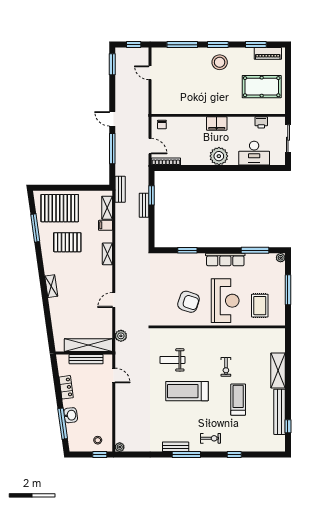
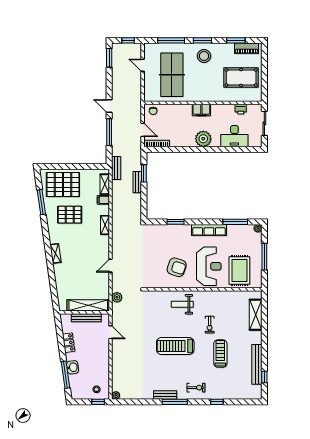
table tennis table: (183, 84) -> (172, 75), added
rug: (260, 306) -> (239, 271), width x1.36, depth x1.43
weight bench: (172, 360) -> (182, 304), moved
shelving: (278, 370) -> (256, 315), moved

